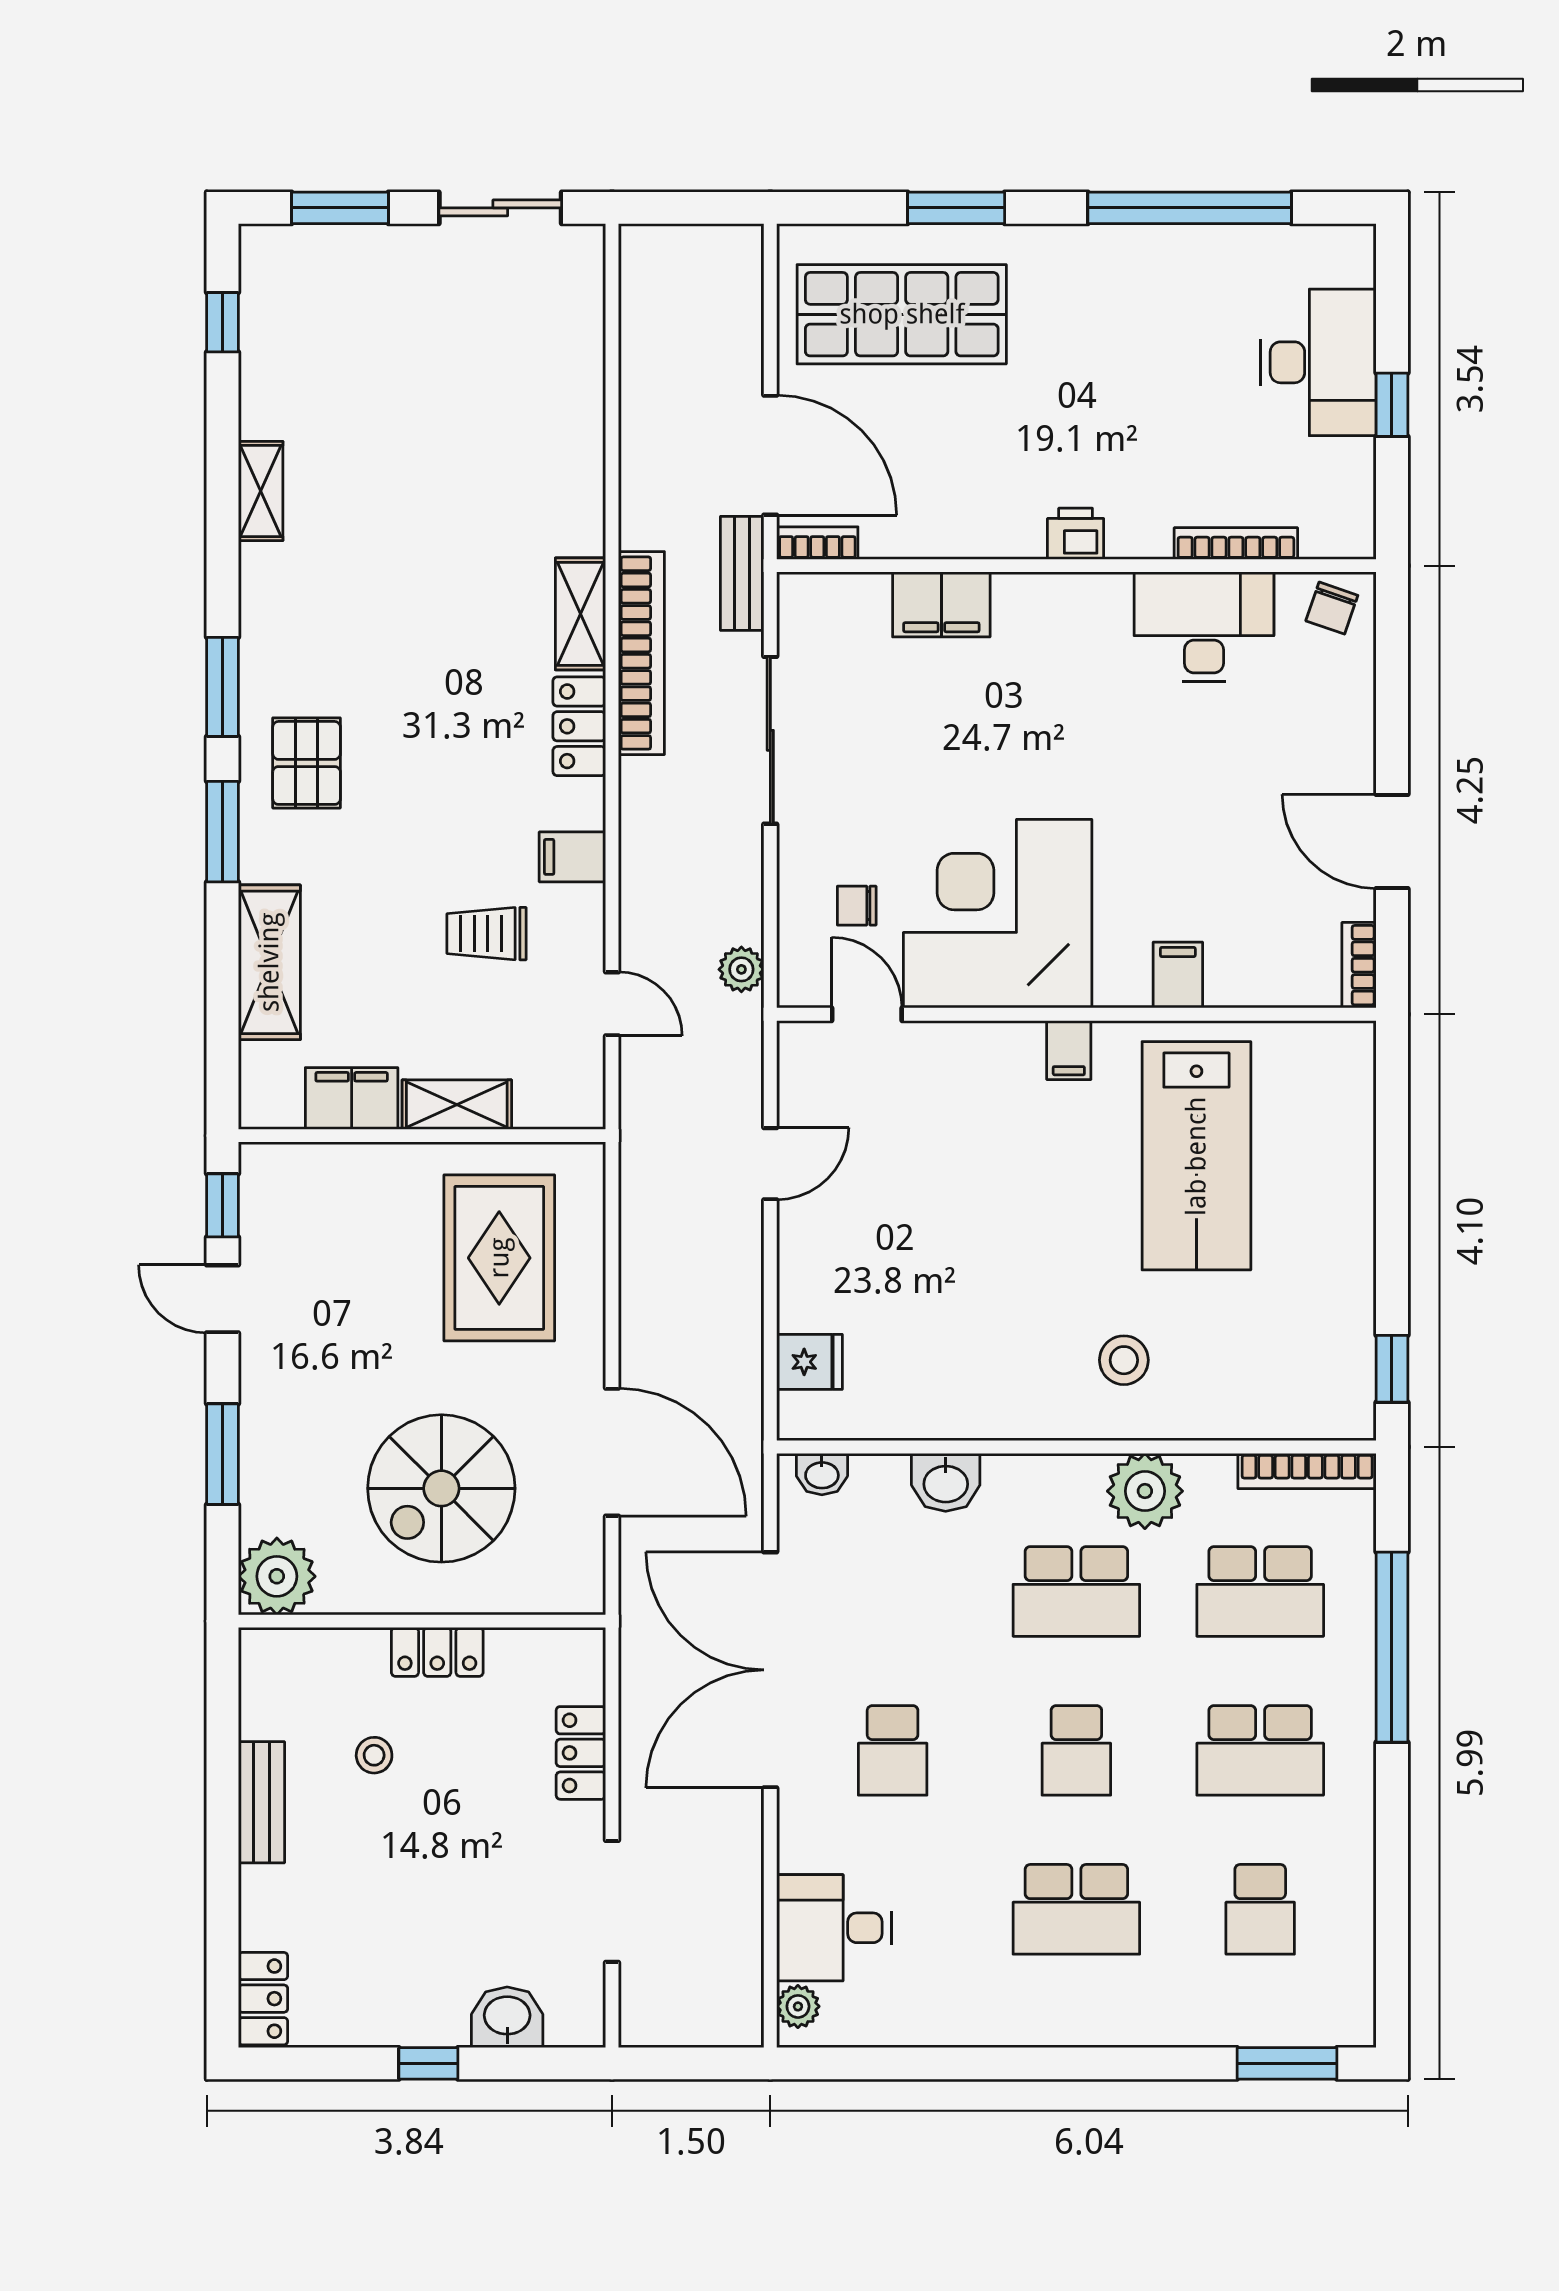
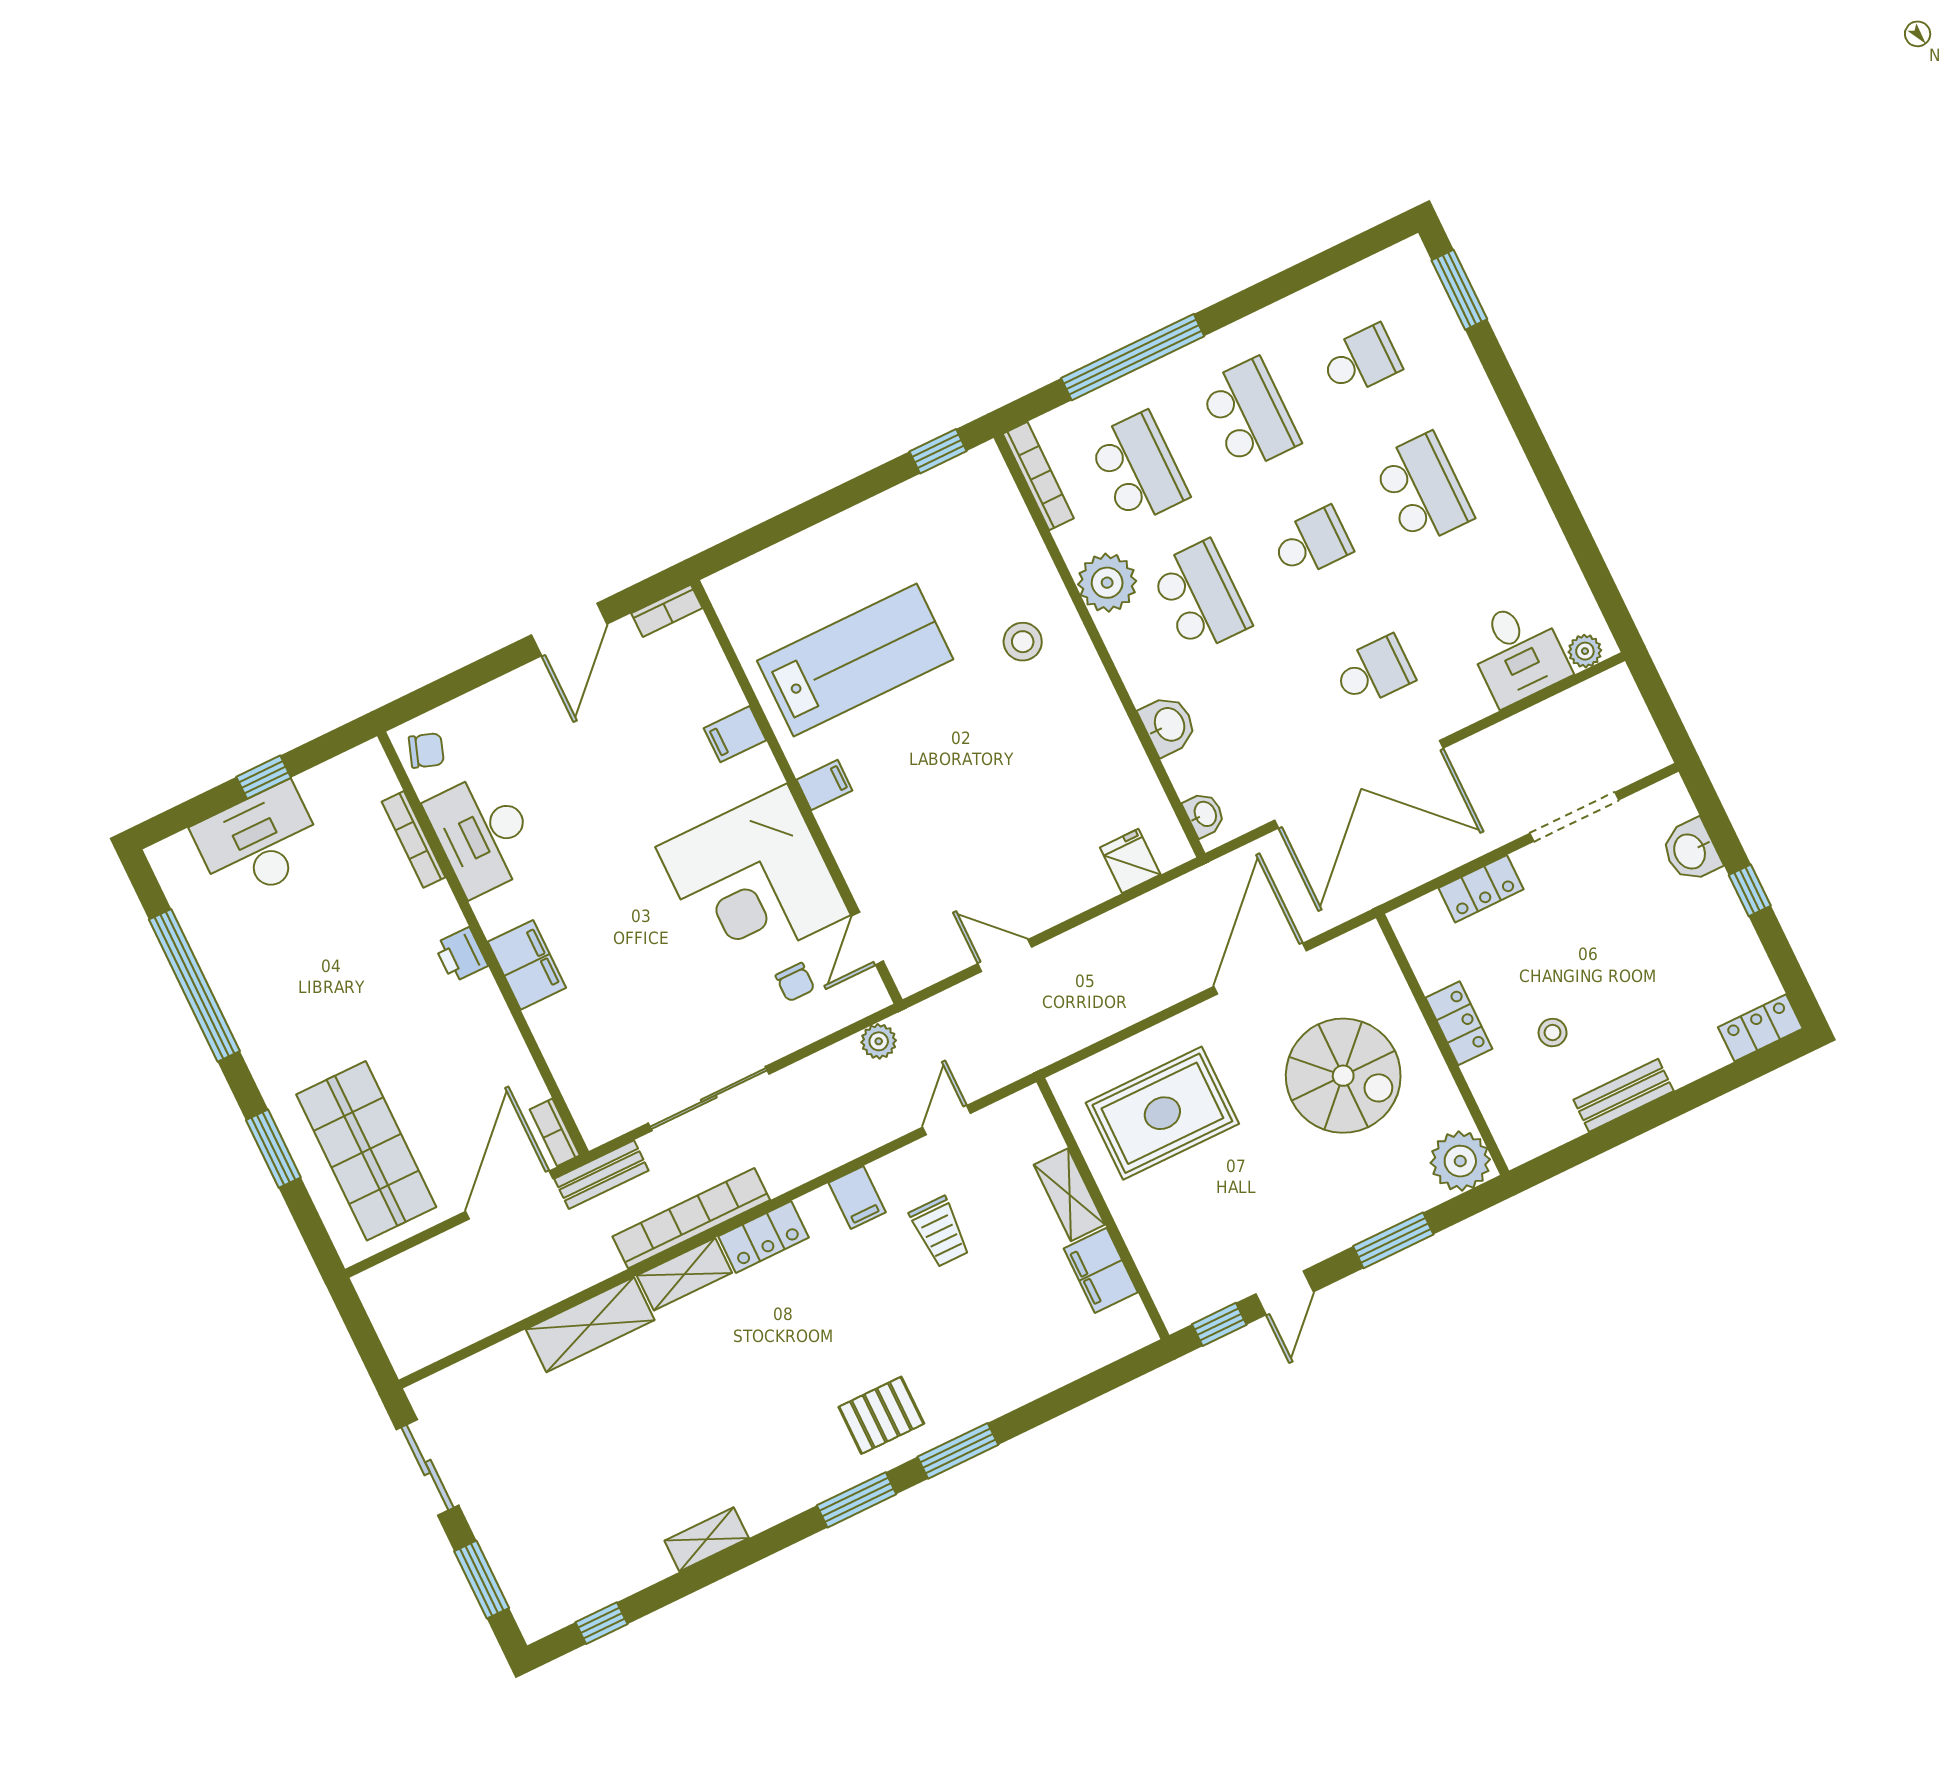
filing cabinet: (941, 604) -> (527, 965), moved
shelving: (269, 962) -> (590, 1325), moved

